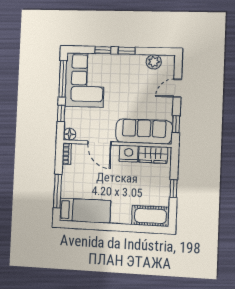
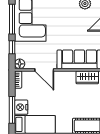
nightstand: (129, 154) -> (21, 107), moved, turned -90

